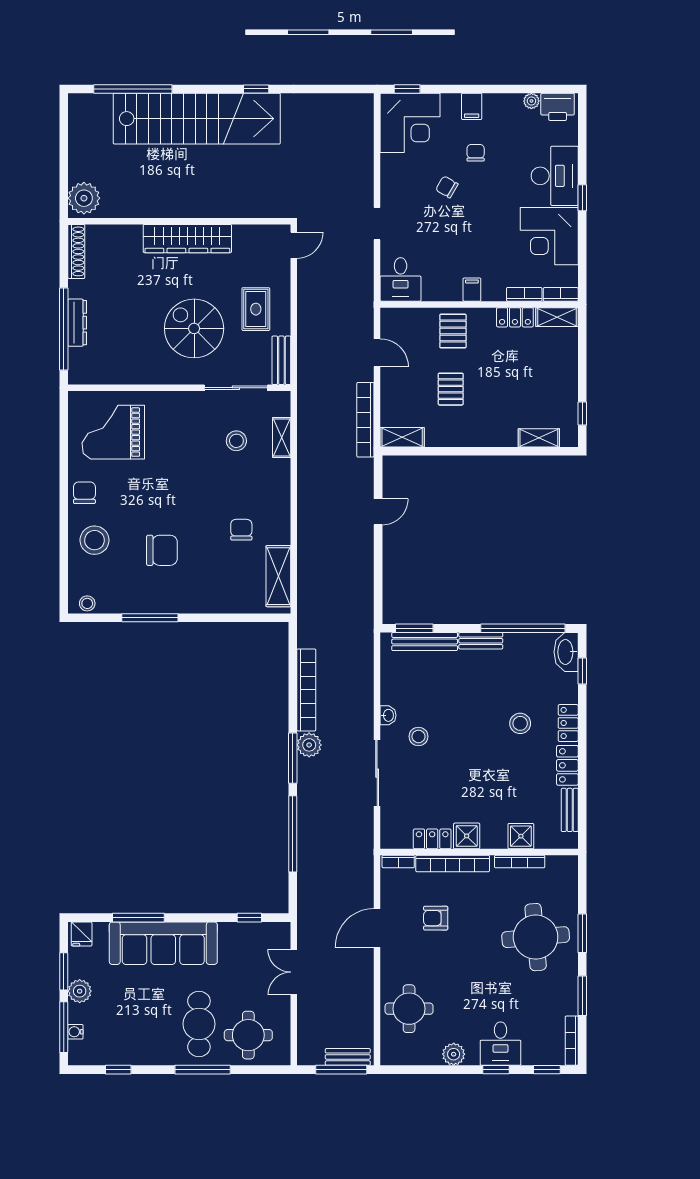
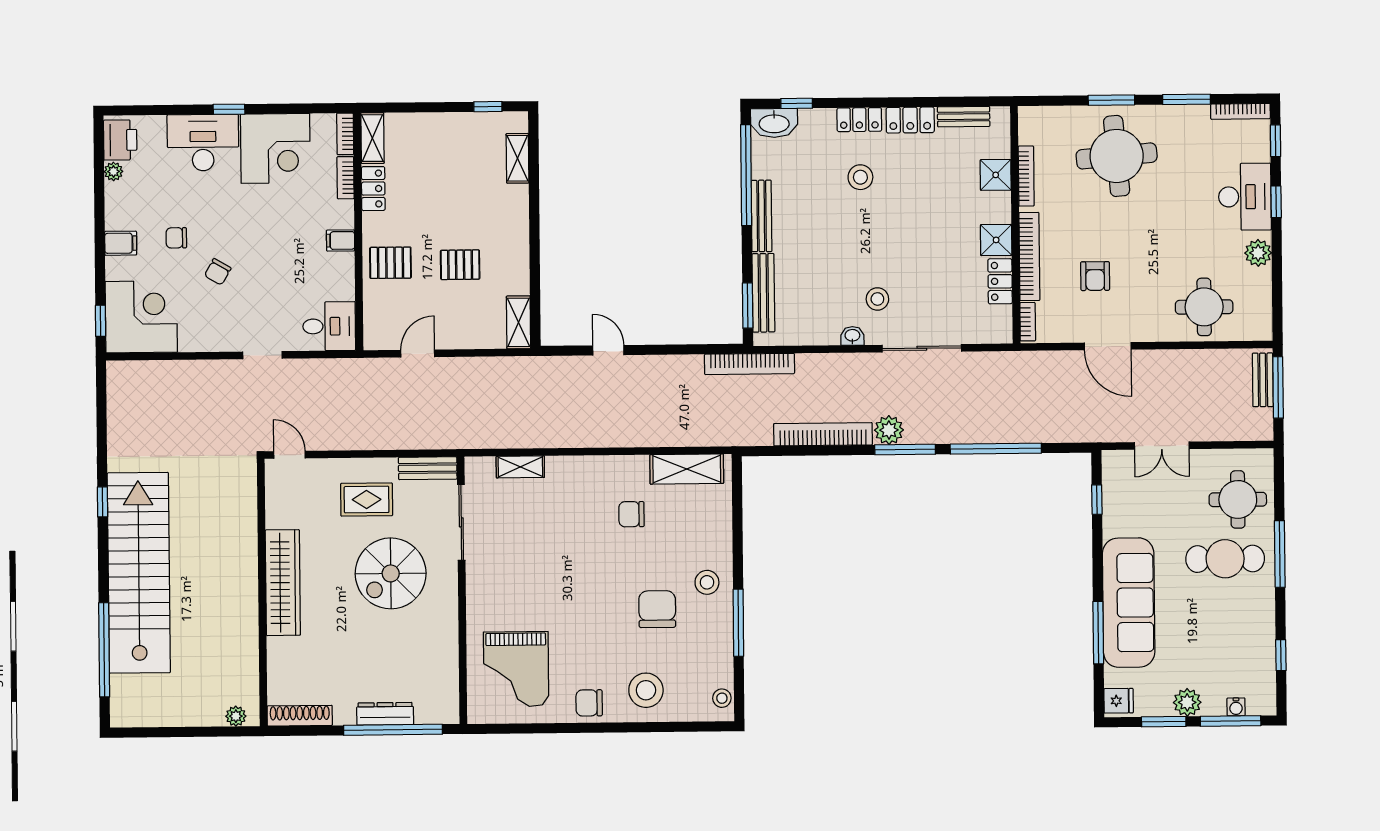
plant: (84, 198) -> (236, 716), width x0.53, depth x0.53
bookcase: (365, 420) -> (749, 364), moved
stool: (236, 441) -> (707, 582), moved
bench: (481, 641) -> (762, 216), width x1.36
desk: (500, 1044) -> (1245, 197), width x1.37

